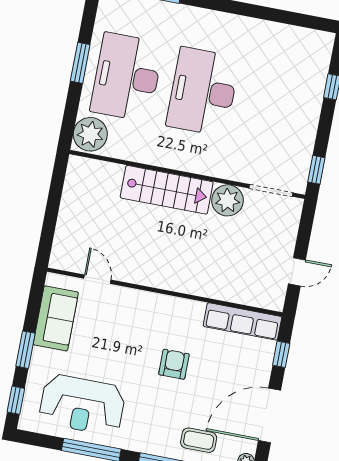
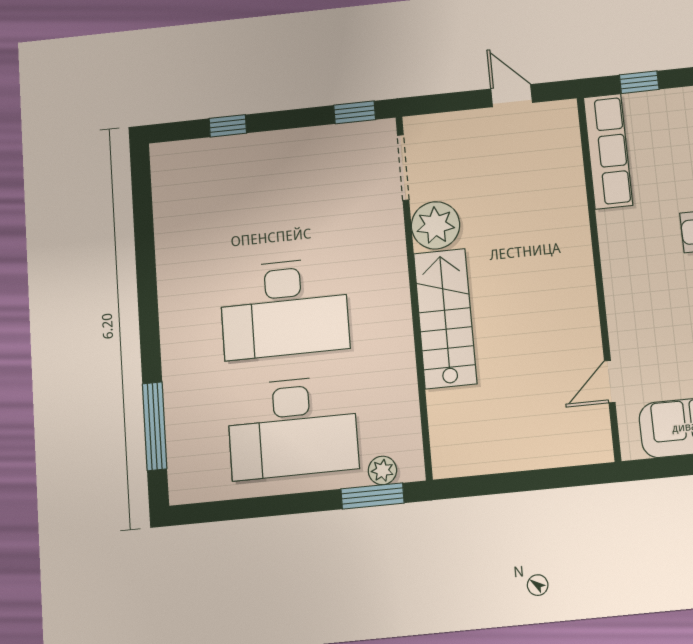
window: (80, 63) -> (372, 496), moved
plant: (90, 134) -> (382, 470), width x0.53, depth x0.53

